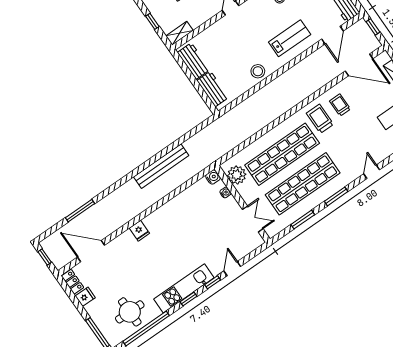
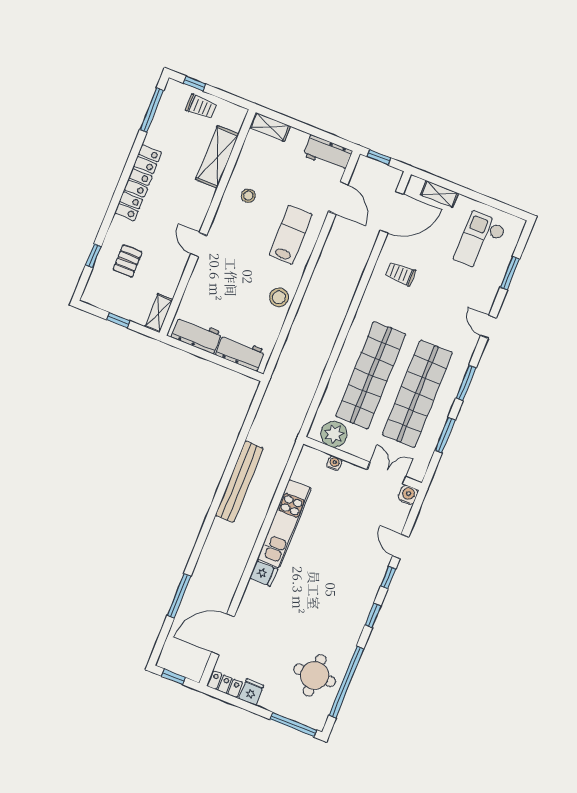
trolley: (320, 119) -> (388, 305), removed
water cooler: (213, 177) -> (408, 495), moved
kitchen unit: (184, 288) -> (284, 524), moved, turned 180

